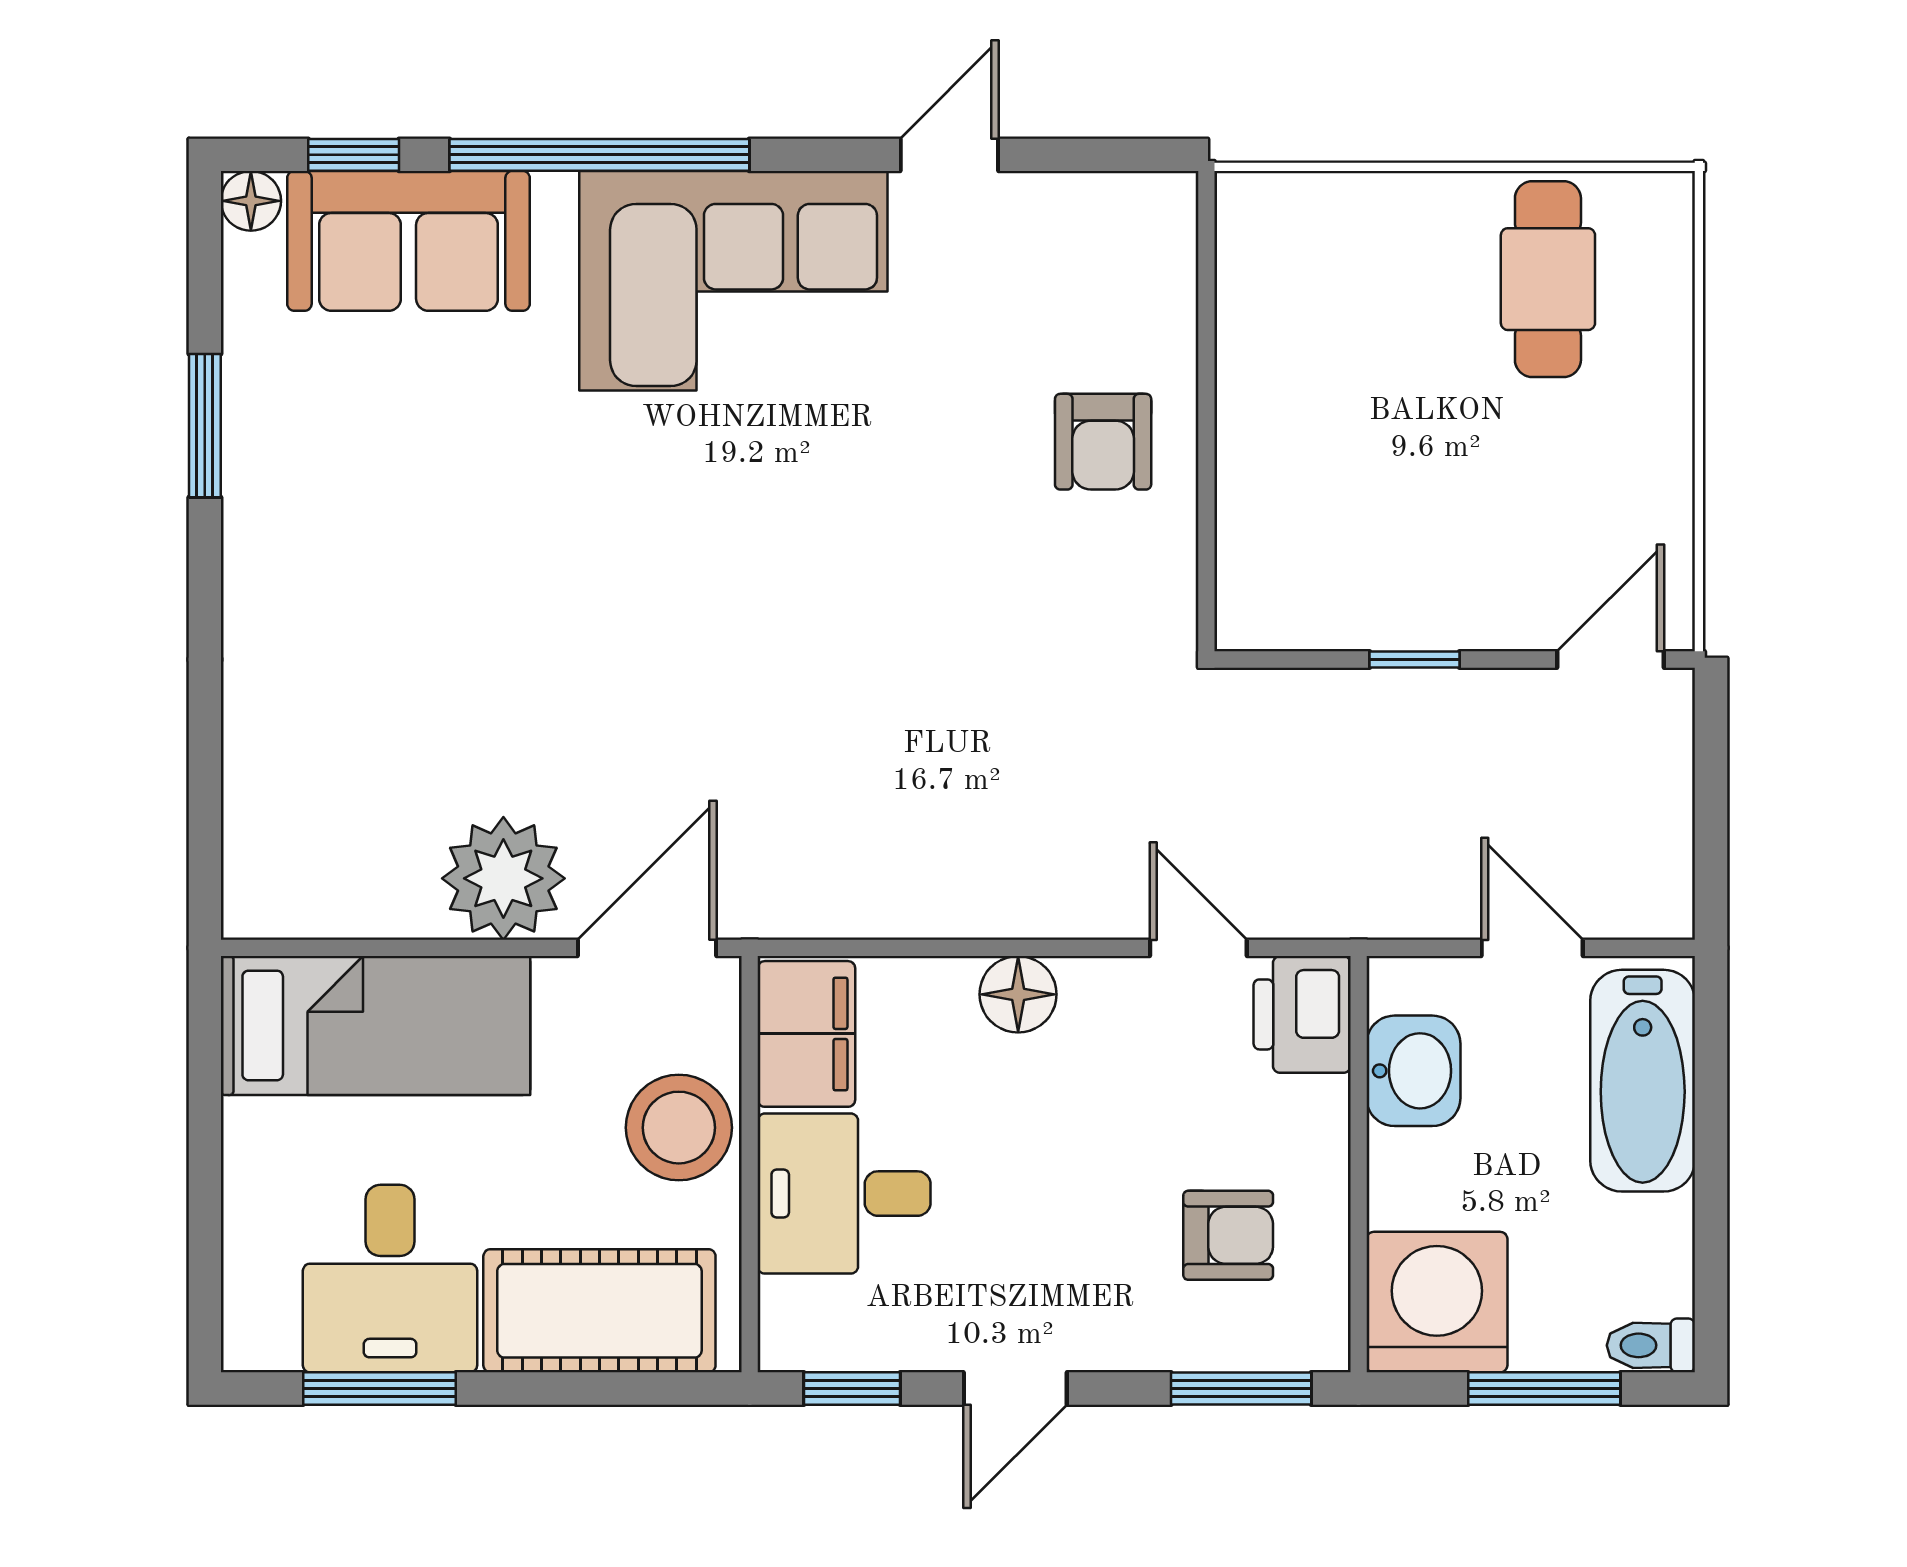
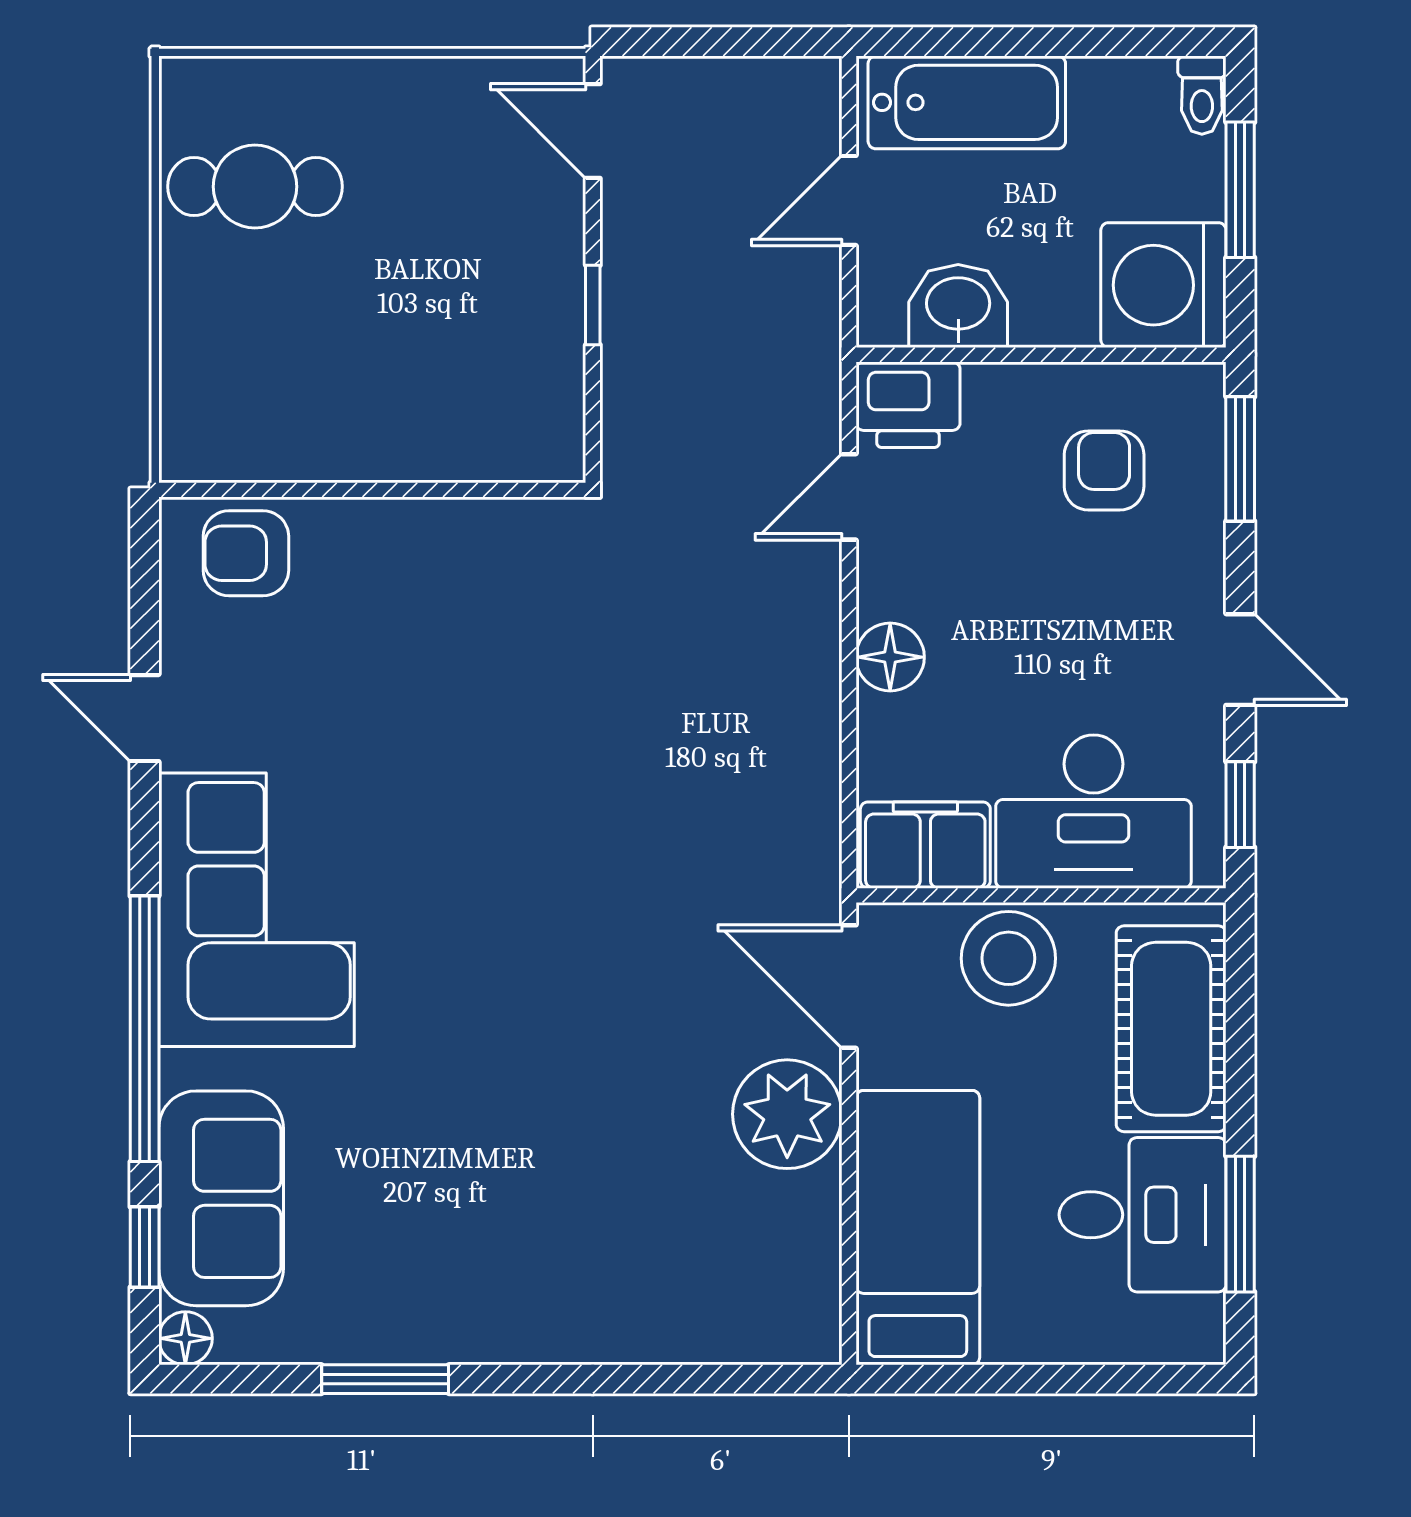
armchair: (1103, 442) -> (246, 553), moved, turned 180
desk: (844, 1194) -> (1094, 812), width x1.37

